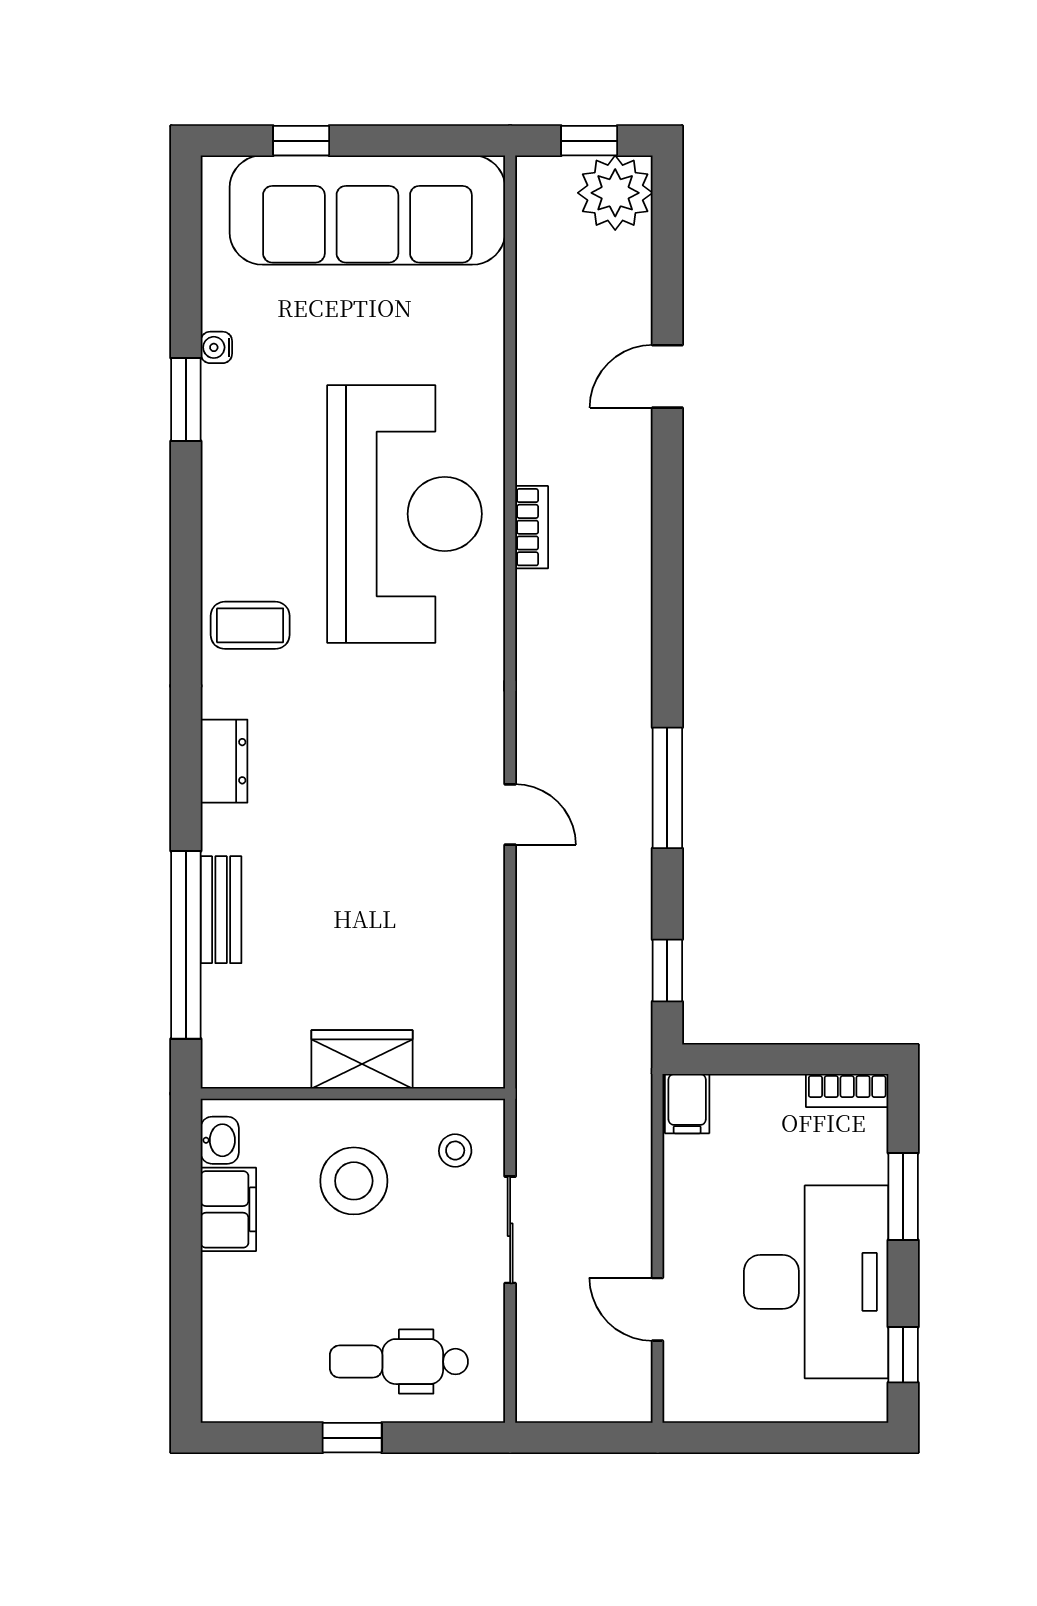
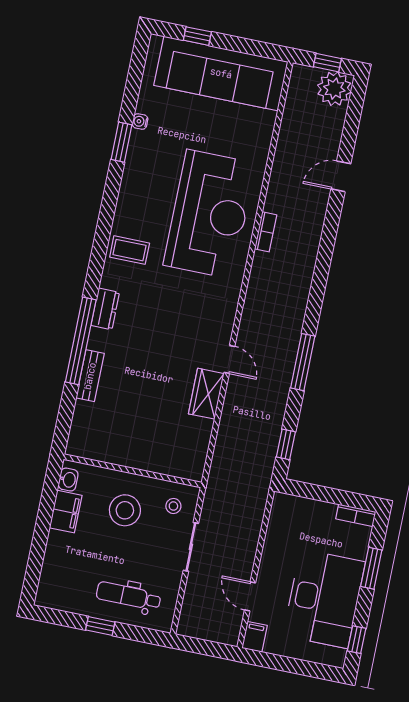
window: (186, 945) -> (81, 341), moved
wardrobe: (362, 1059) -> (206, 394), moved, turned -90
filing cabinet: (687, 1104) -> (255, 637), moved, turned 180

